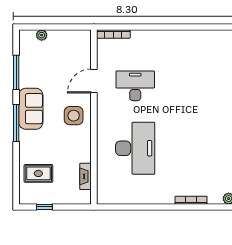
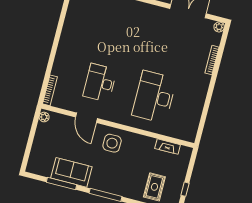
plant: (42, 35) -> (44, 117), moved
sofa: (31, 109) -> (71, 172), moved
desk: (135, 148) -> (154, 97), turned -90

